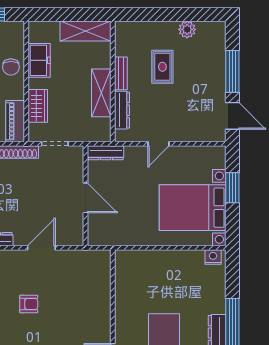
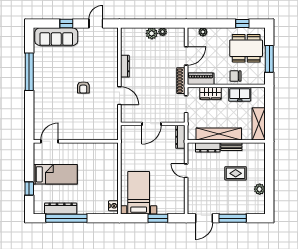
shelving: (101, 93) -> (219, 134), width x1.47
bed with nightstands: (193, 208) -> (139, 193), width x0.73

